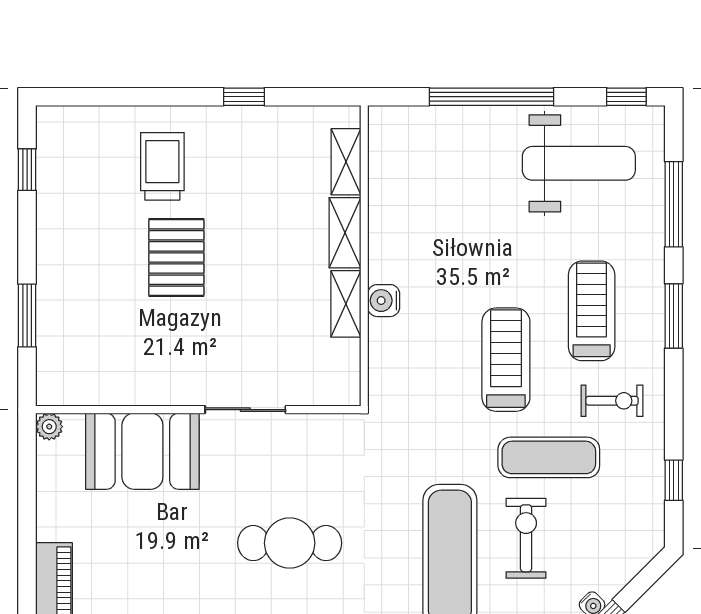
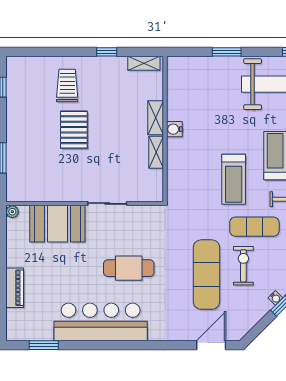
window: (491, 97) -> (227, 52), width x0.47
shelving: (346, 162) -> (144, 63), moved, turned 90
water cooler: (384, 301) -> (174, 129), moved
treadmill: (506, 360) -> (234, 179), turned 180

